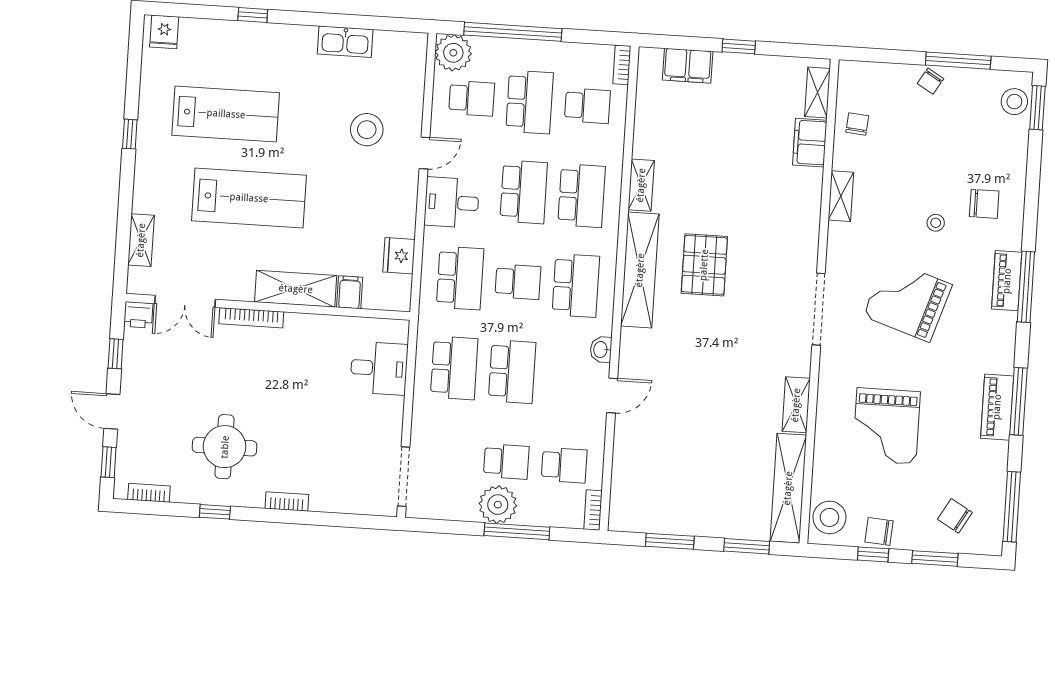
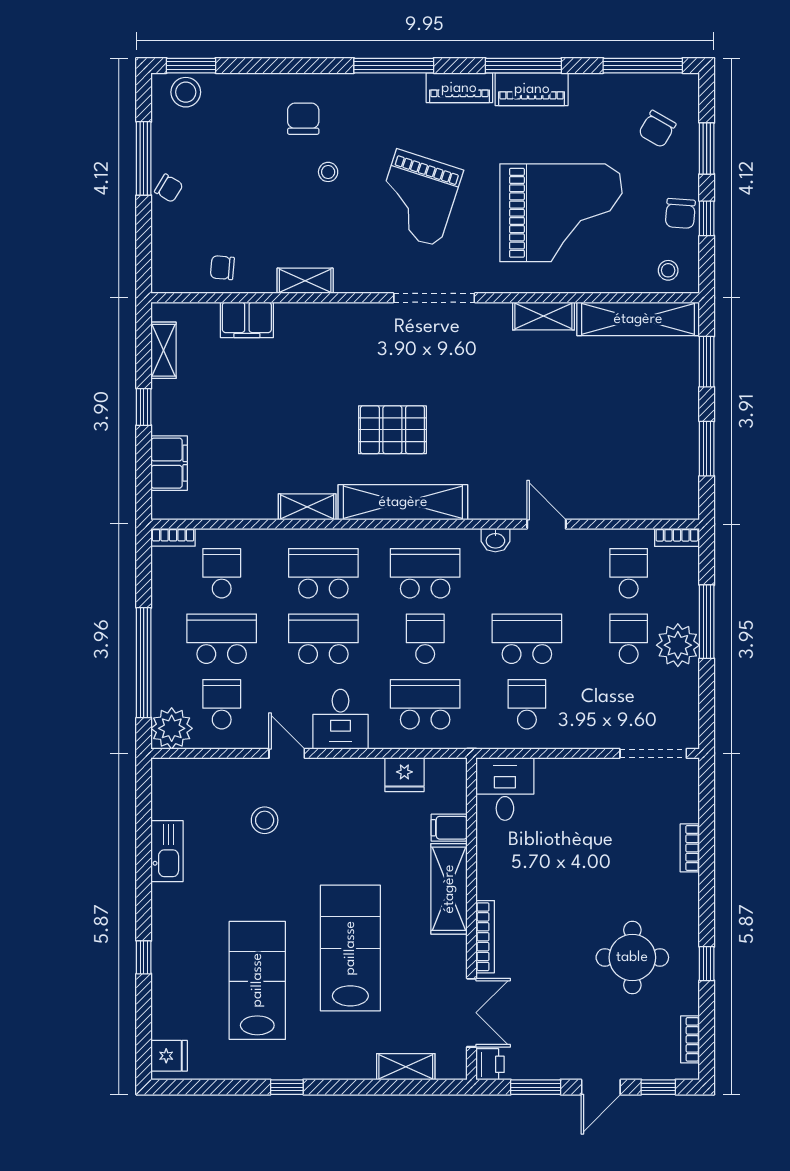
shelving: (817, 92) -> (164, 350), moved, turned 90
stool: (367, 130) -> (265, 820), width x0.73, depth x0.73
piano: (1007, 281) -> (459, 88), moved
window: (116, 354) -> (536, 1087), width x1.50
desk: (379, 368) -> (505, 789), moved
school desk: (454, 368) -> (527, 704), width x0.54
grand piano: (886, 426) -> (561, 213), width x1.37, depth x1.48
bookcase: (287, 502) -> (690, 848), moved
stool: (829, 517) -> (668, 270), width x0.53, depth x0.53

